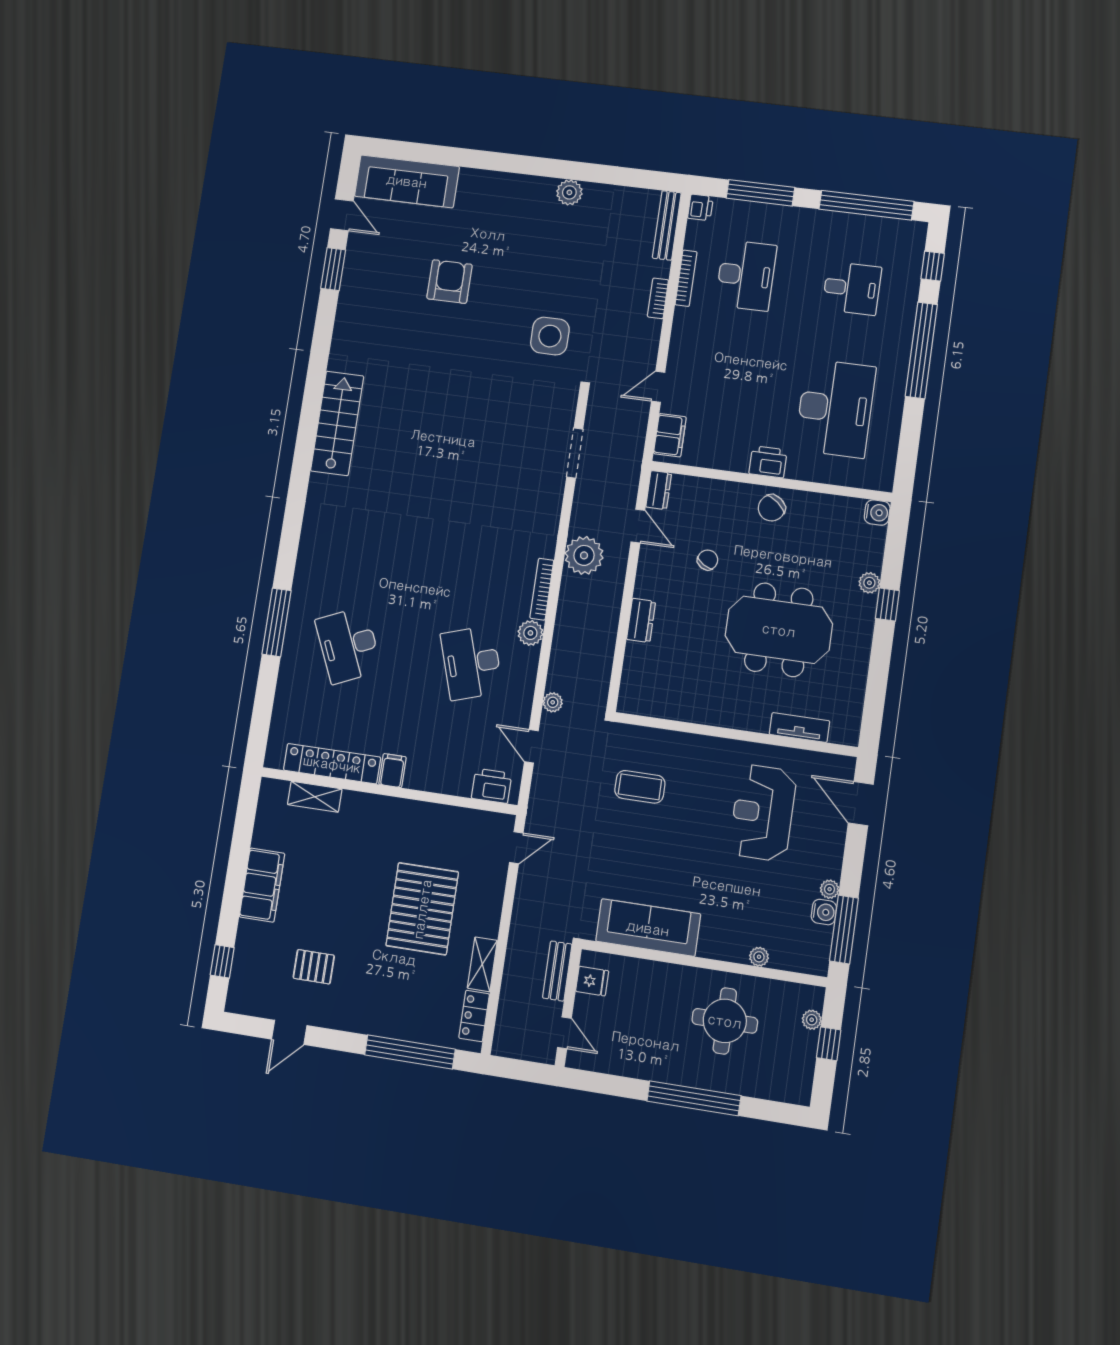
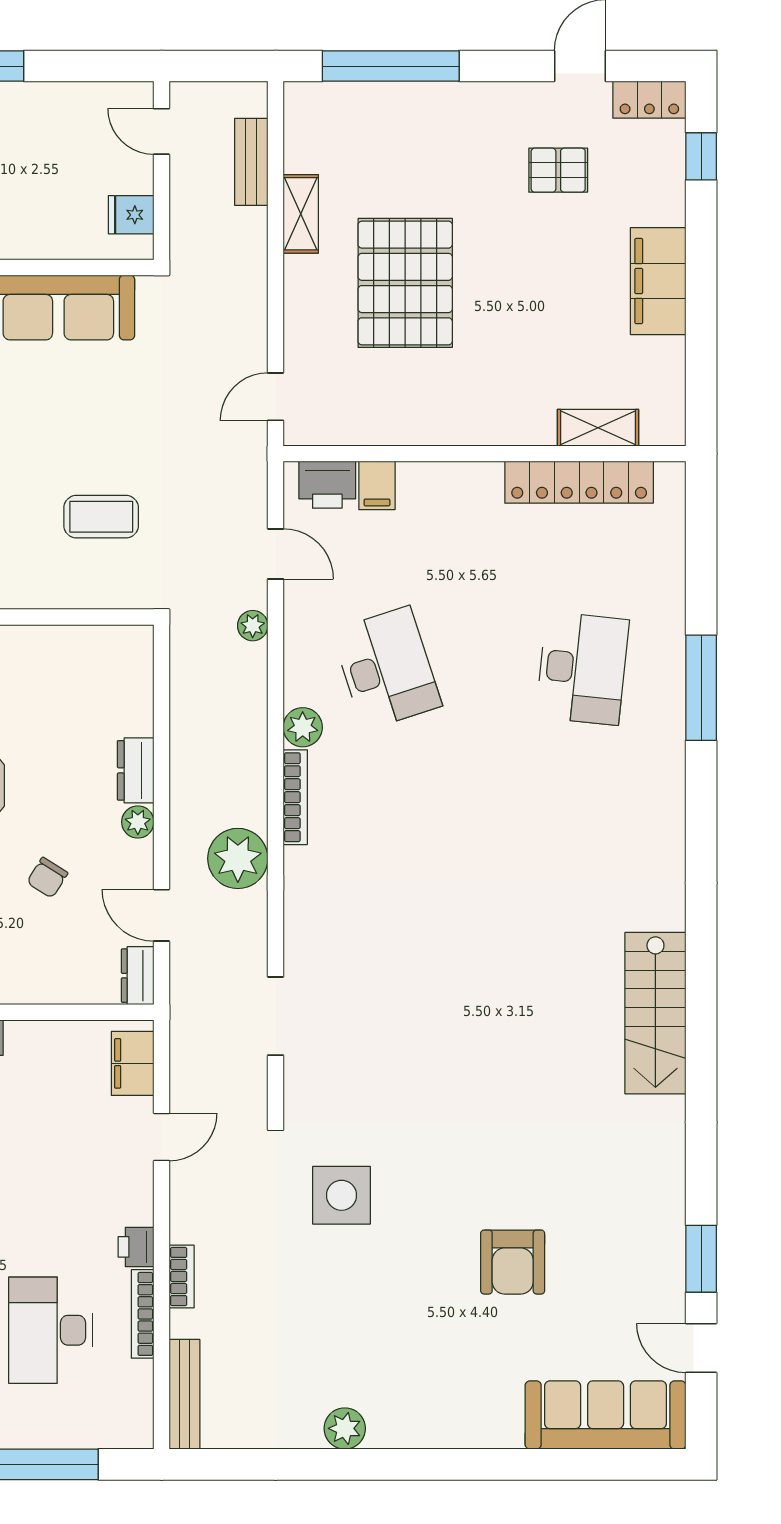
printer: (700, 207) -> (136, 1247), moved
plant: (644, 587) -> (138, 822), added
desk: (348, 645) -> (582, 668), turned 30
filing cabinet: (392, 771) -> (377, 485), moved
bench: (557, 971) -> (251, 162), moved
locker: (474, 1016) -> (649, 100), moved, turned 90

